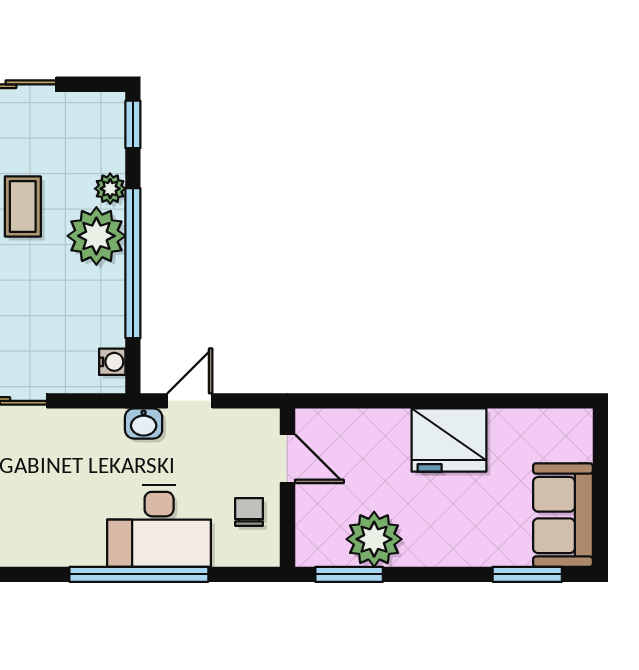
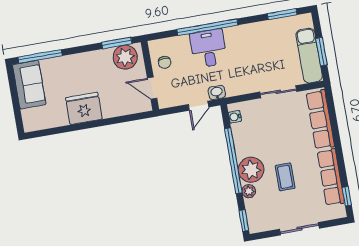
desk: (159, 526) -> (208, 48), width x0.73
plant: (374, 539) -> (125, 57), moved
window: (527, 574) -> (40, 56), width x1.44

